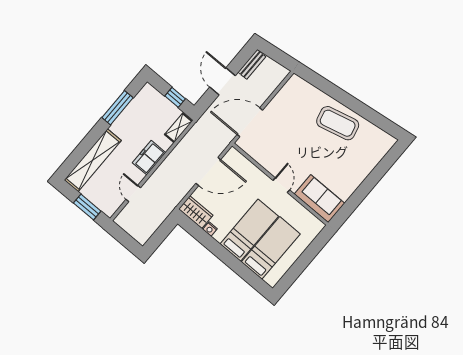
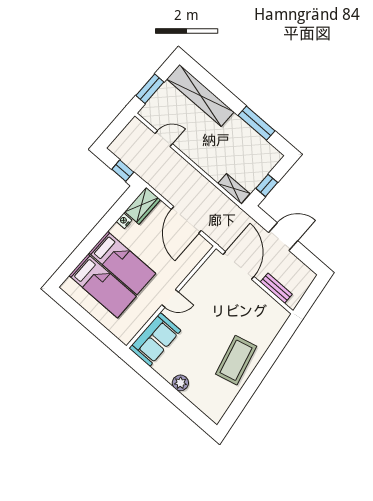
bench: (252, 64) -> (276, 288), moved
freezer: (149, 158) -> (202, 156), removed
plant: (360, 174) -> (180, 383), added
window: (164, 231) -> (123, 171), added

